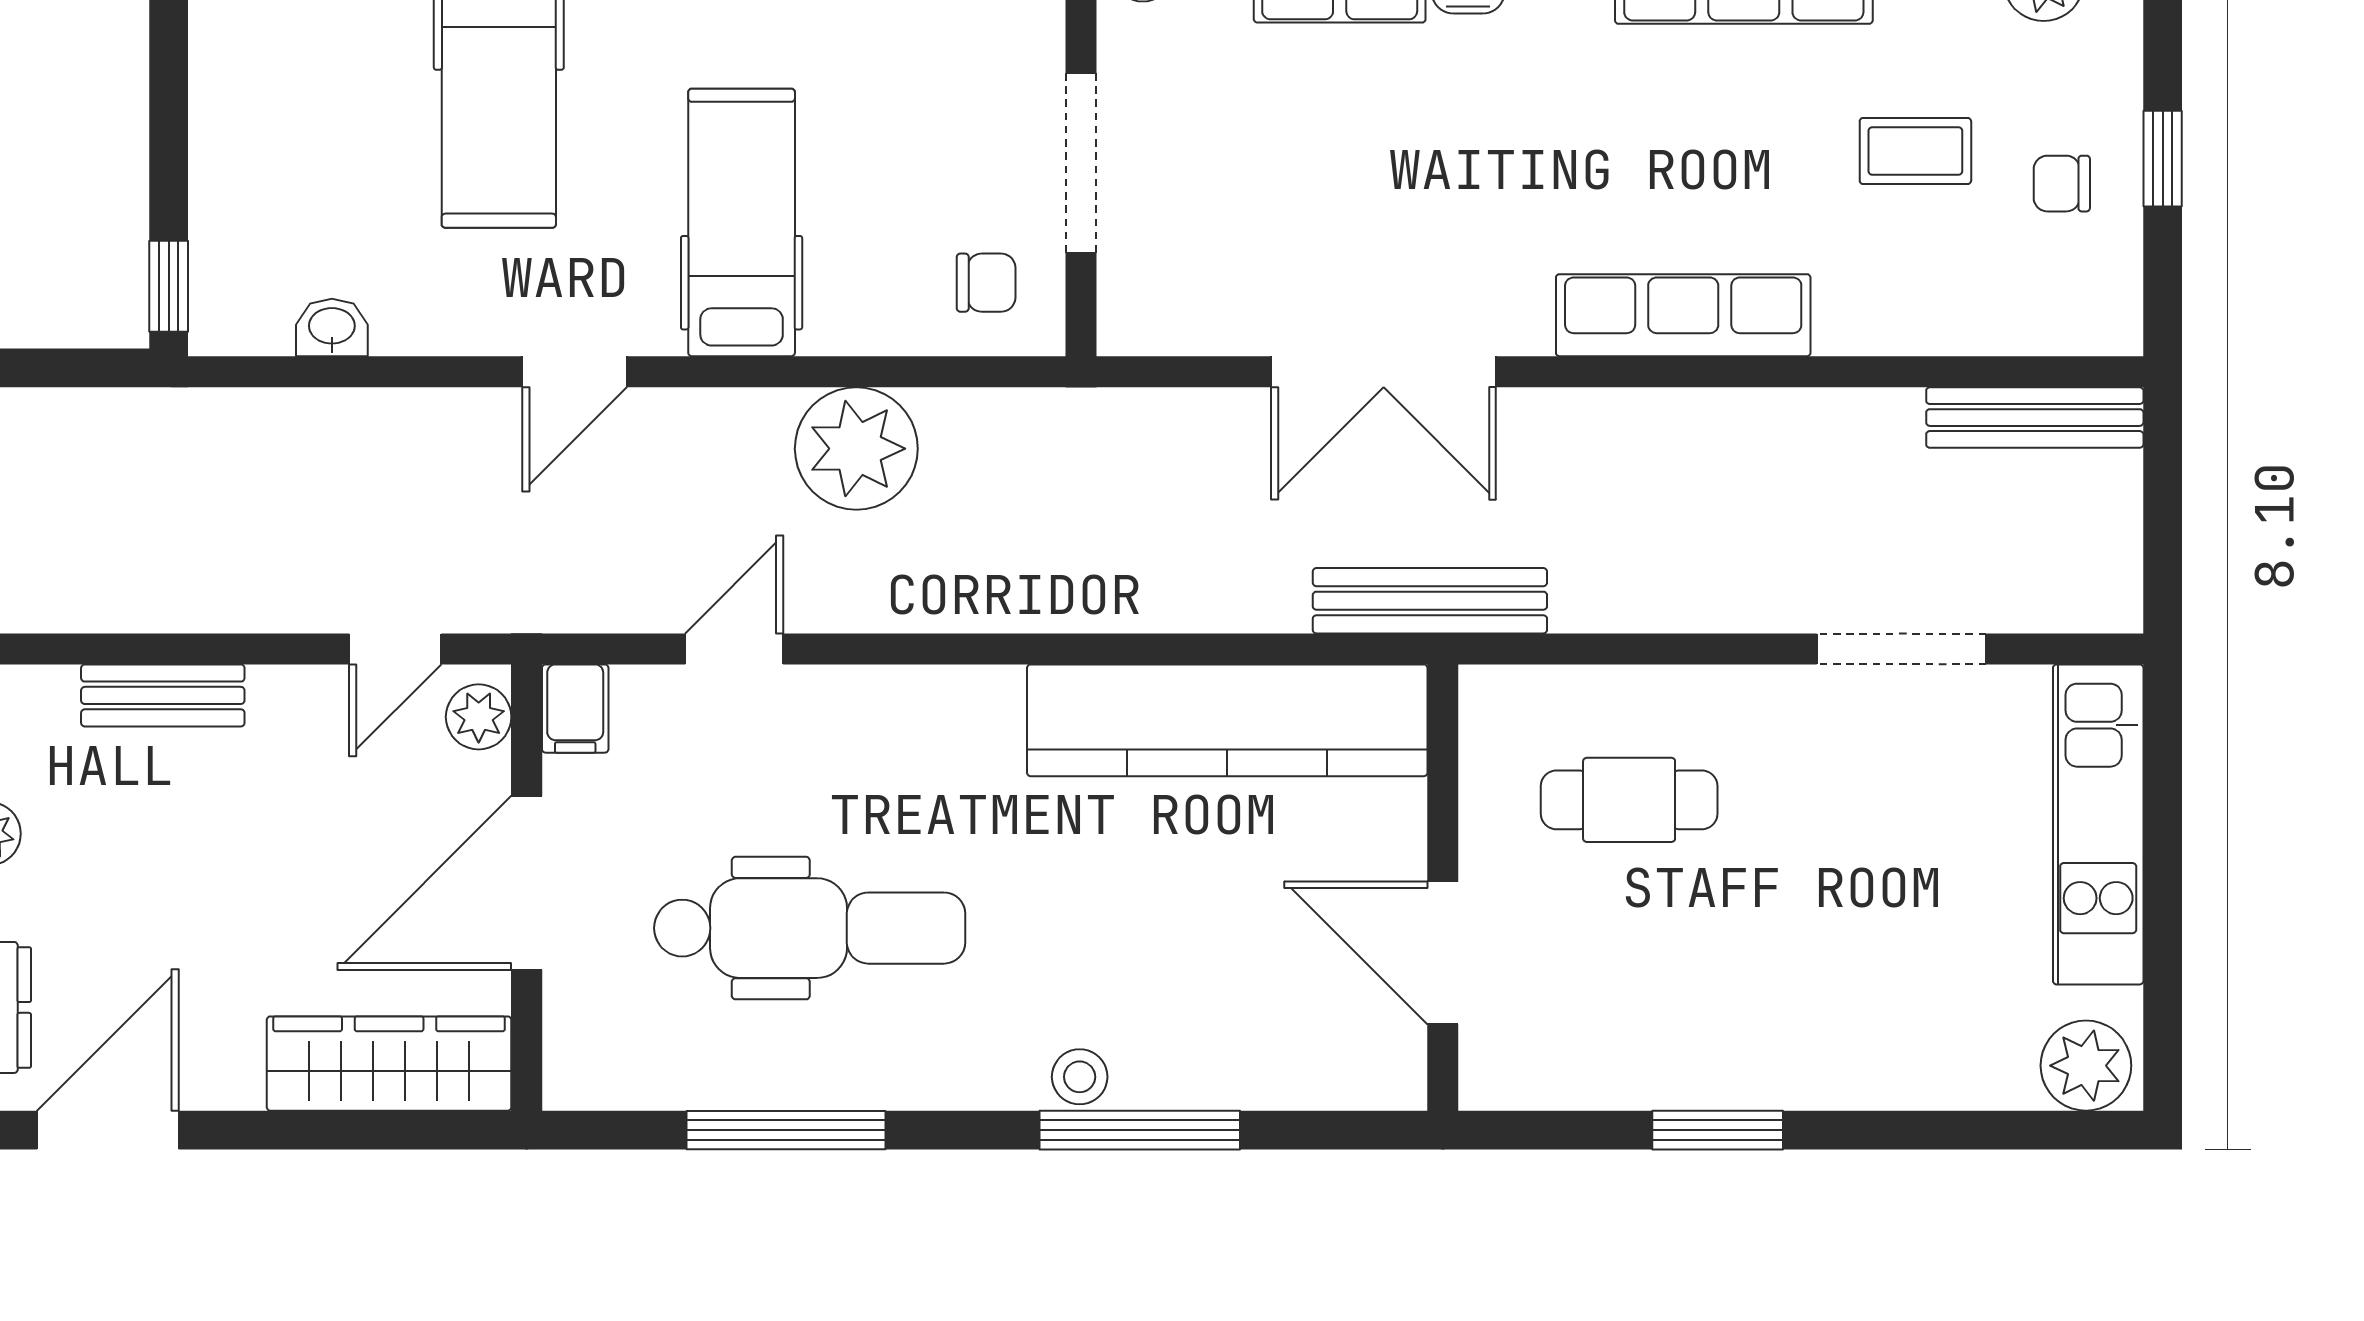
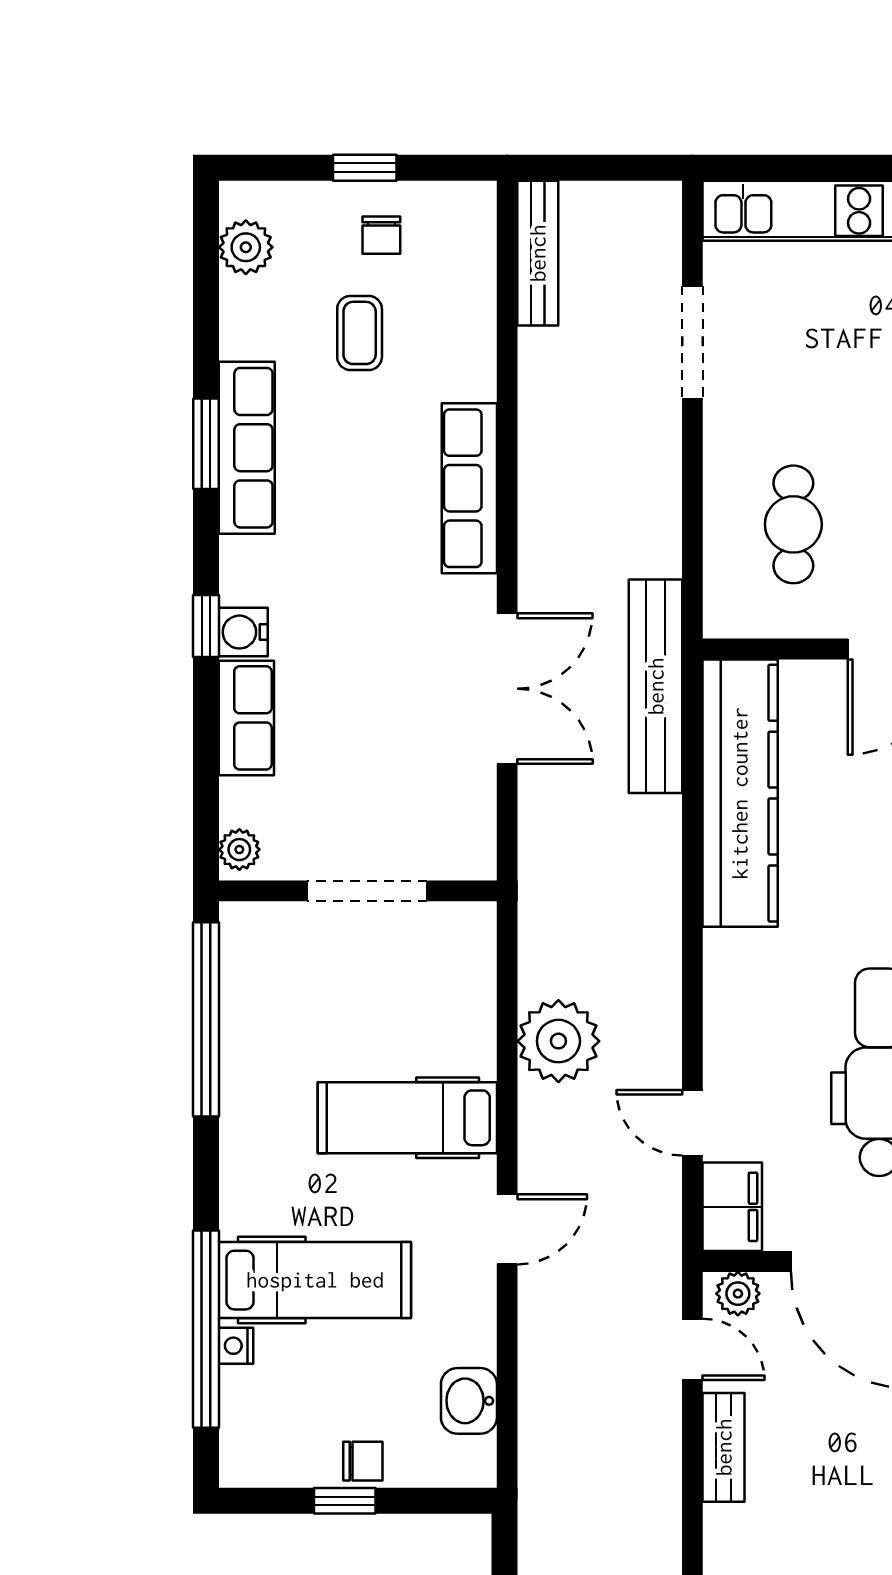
chair: (986, 283) -> (363, 1461), moved, turned 90
window: (169, 286) -> (345, 1501), moved
washbasin: (332, 328) -> (469, 1401), width x1.38, depth x1.45
door: (575, 372) -> (507, 1229), hinge flipped
bench: (1430, 601) -> (656, 686), width x1.37, depth x1.21
bench: (163, 695) -> (724, 1447), moved
filing cabinet: (575, 709) -> (732, 1207), width x2.00

